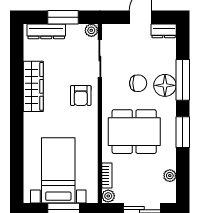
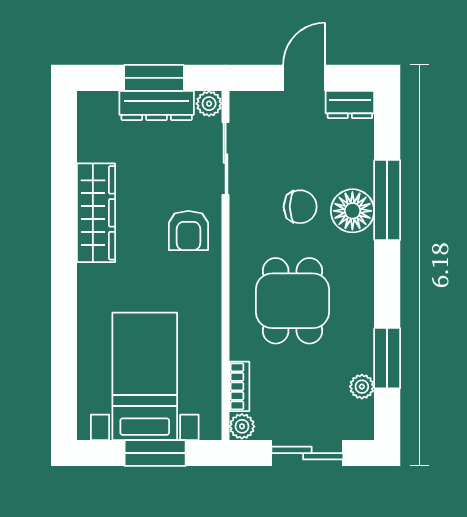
dresser: (46, 31) -> (157, 106), moved
dining table: (134, 132) -> (292, 301), width x0.73
window: (183, 132) -> (387, 358), moved

